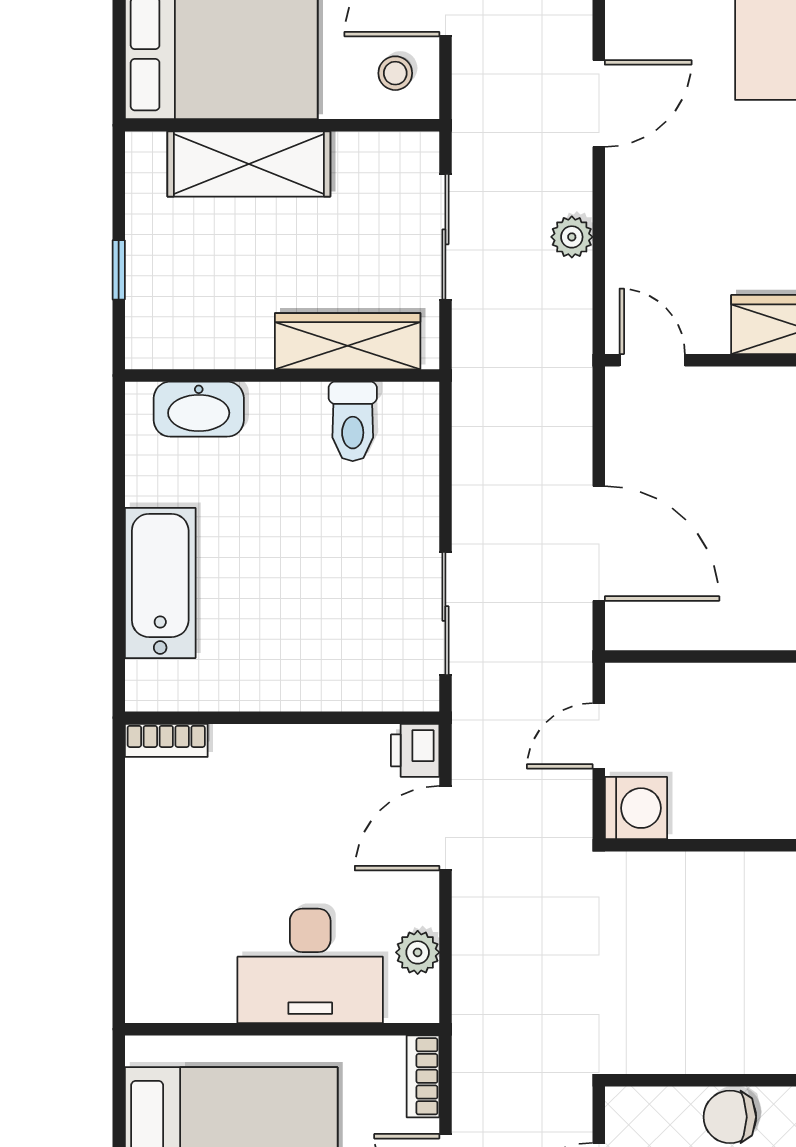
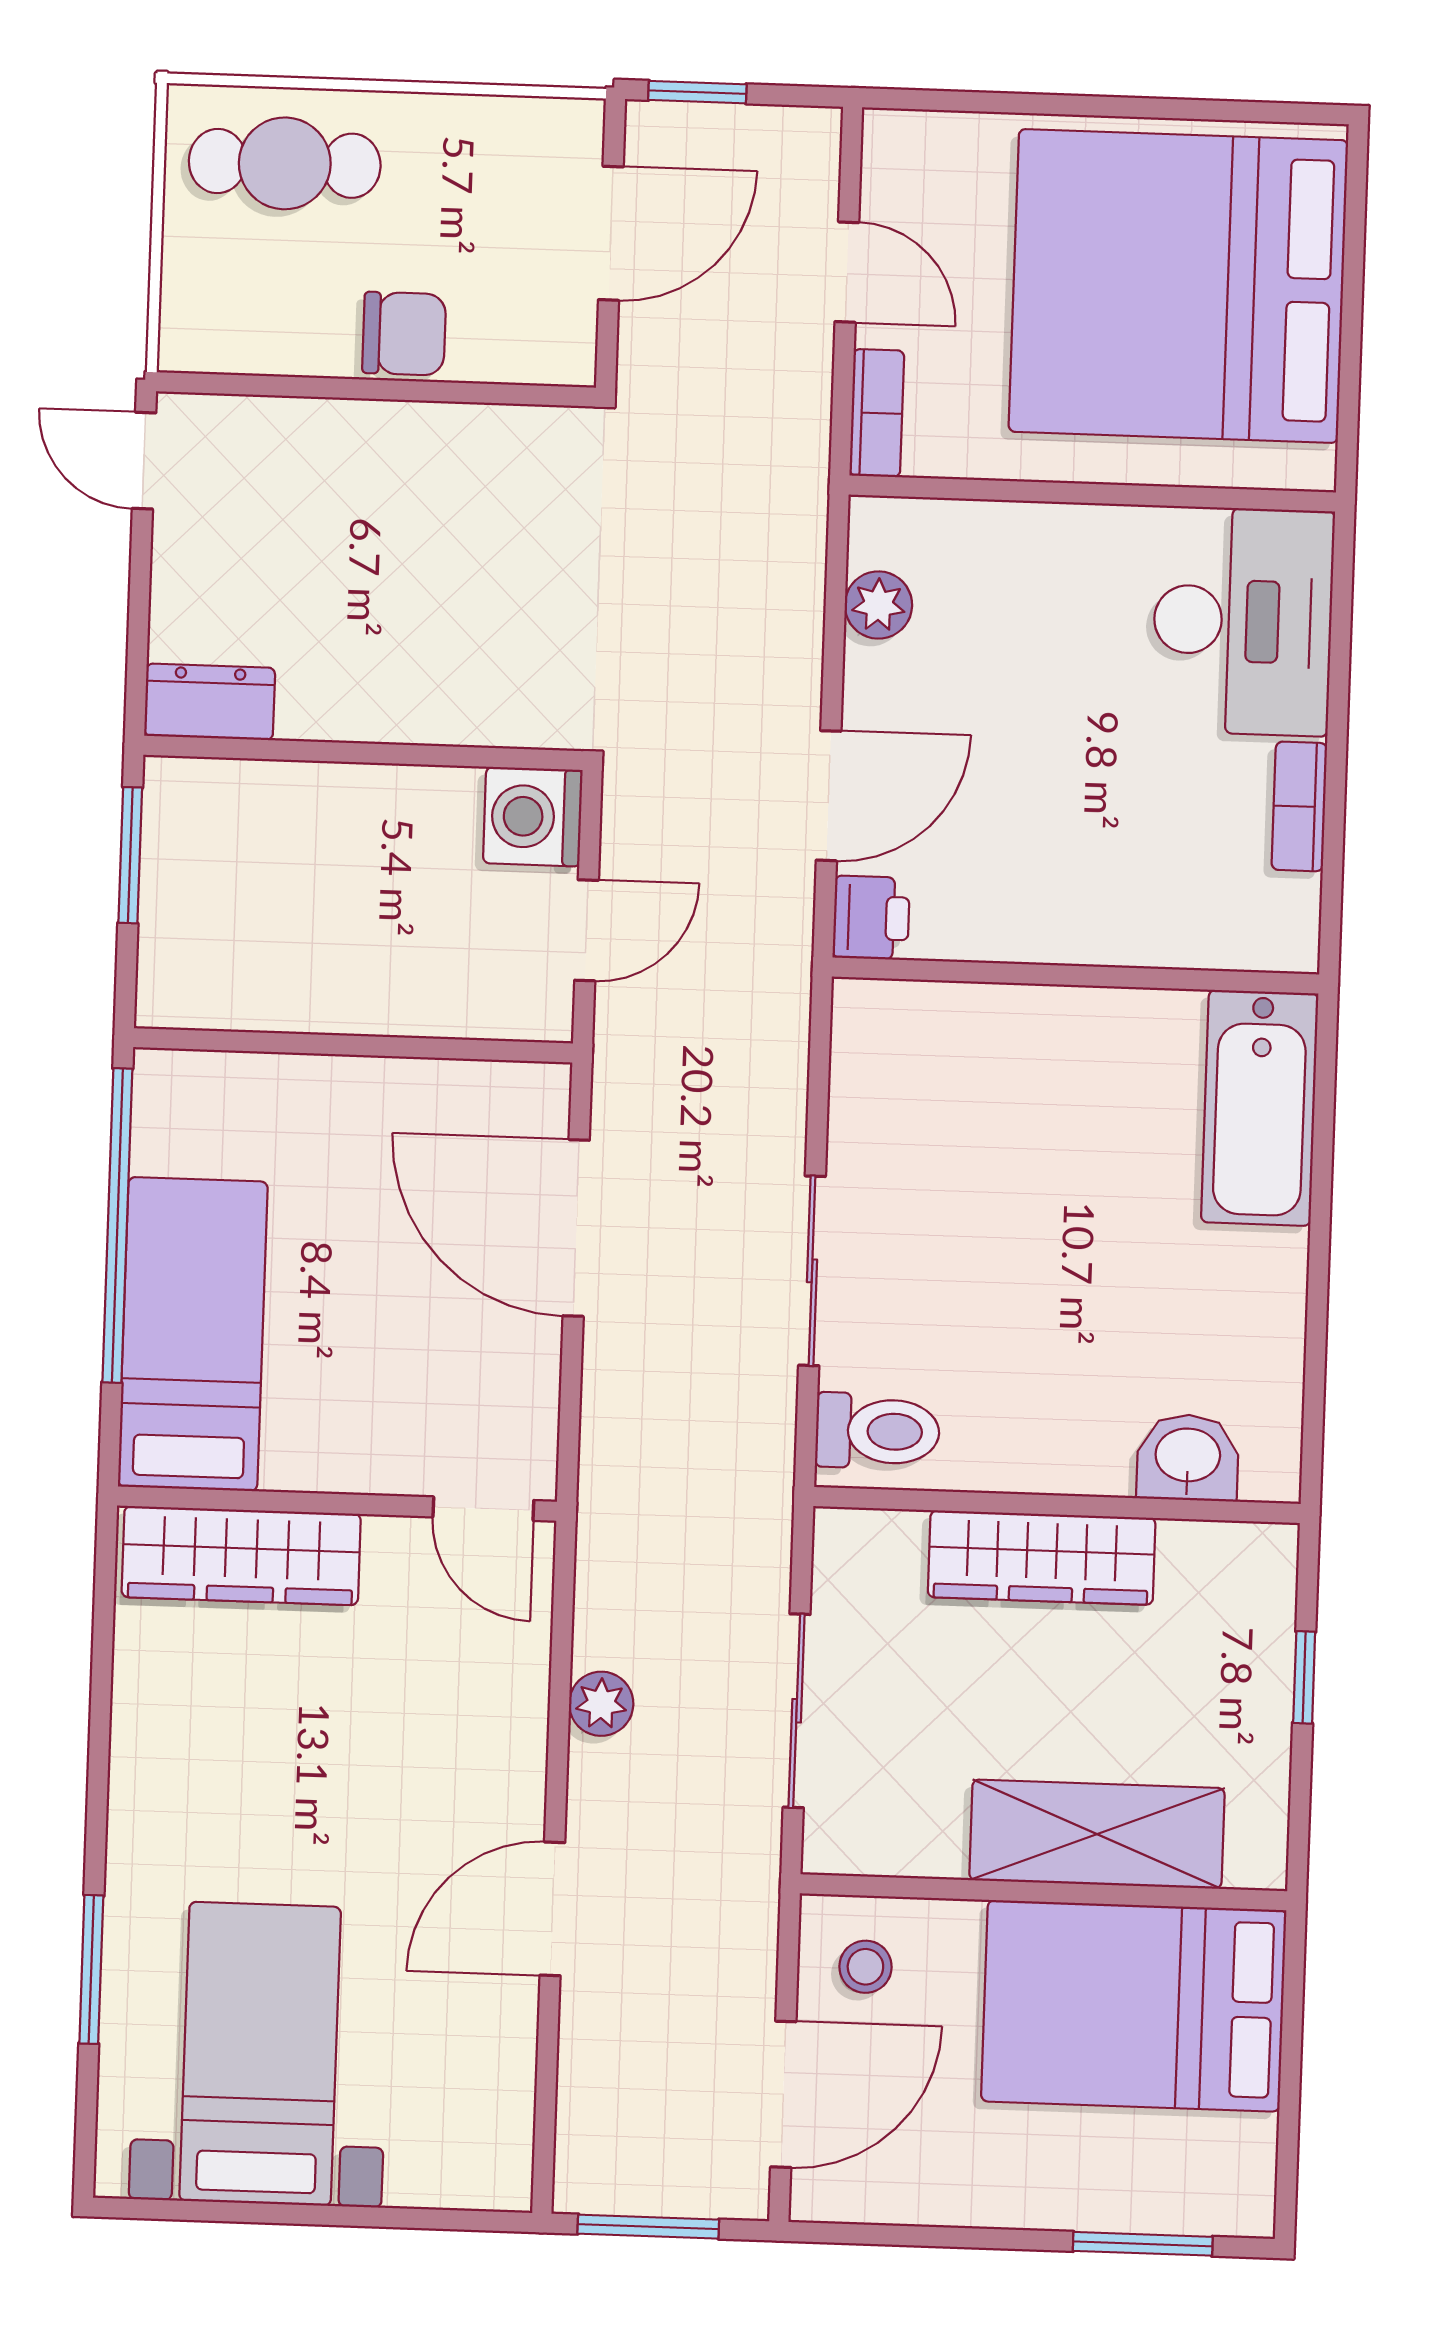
wardrobe: (348, 341) -> (1042, 1558), moved
washbasin: (199, 409) -> (1188, 1457), width x0.72
toilet: (353, 421) -> (877, 1431), moved, turned 90
bathtub: (160, 583) -> (1260, 1108), moved
sliding door: (445, 614) -> (812, 1271), moved
bookcase: (166, 740) -> (1299, 806), moved, turned -90
desk: (310, 966) -> (1243, 621), moved, turned 90

